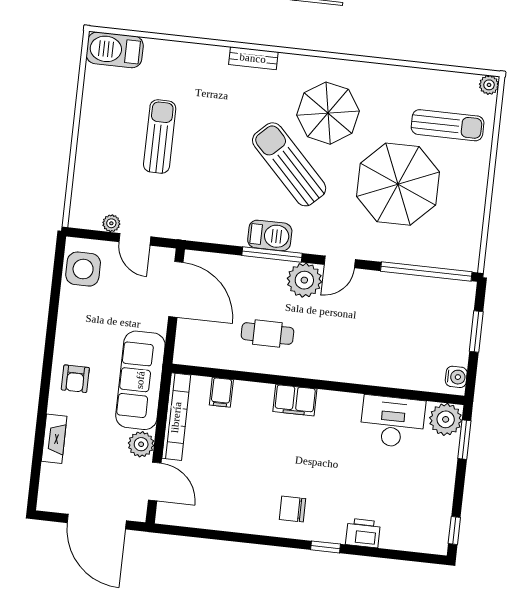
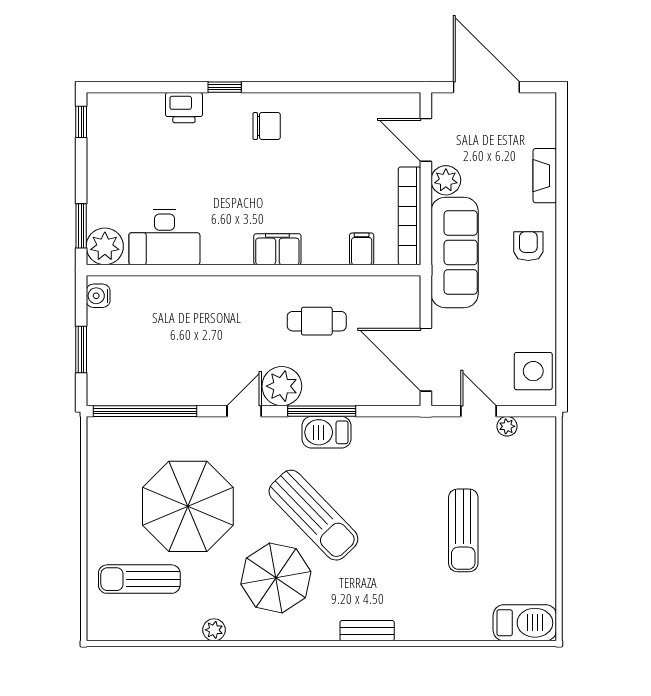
plant: (489, 85) -> (214, 630), moved

